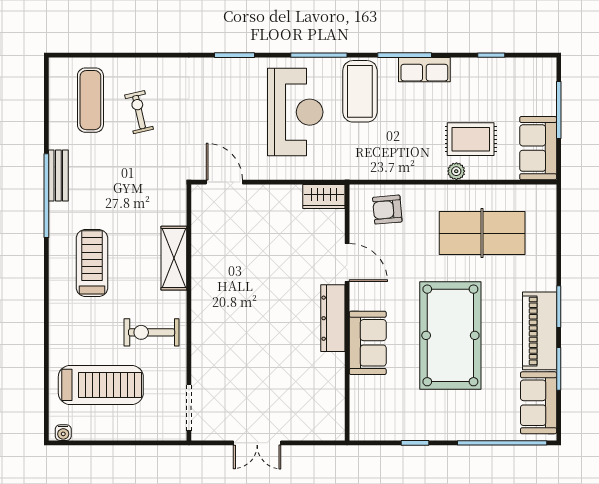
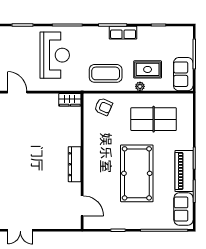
coffee table: (360, 91) -> (106, 73), moved, turned 90
armchair: (387, 210) -> (103, 107), turned -151
door: (347, 262) -> (82, 206), moved
sofa: (368, 343) -> (93, 177), removed
double door: (257, 443) -> (20, 230), moved

